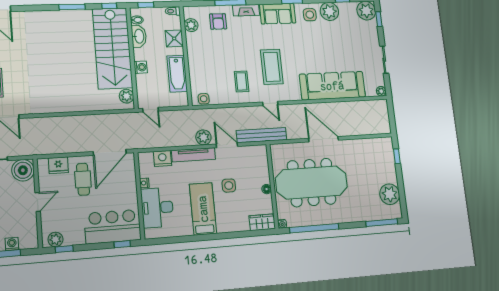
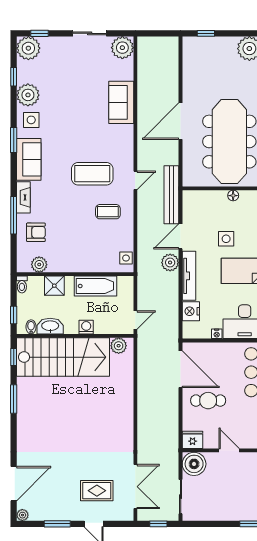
sofa: (332, 86) -> (121, 102), width x0.54, depth x0.79
plant: (381, 91) -> (122, 48), width x1.88, depth x1.88
fridge: (58, 165) -> (193, 440), moved, turned -90

